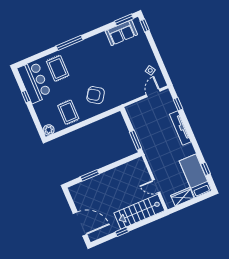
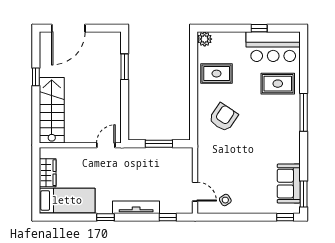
window: (136, 140) -> (159, 144), moved
window: (205, 169) -> (105, 217), moved
door: (156, 186) -> (106, 145), moved

